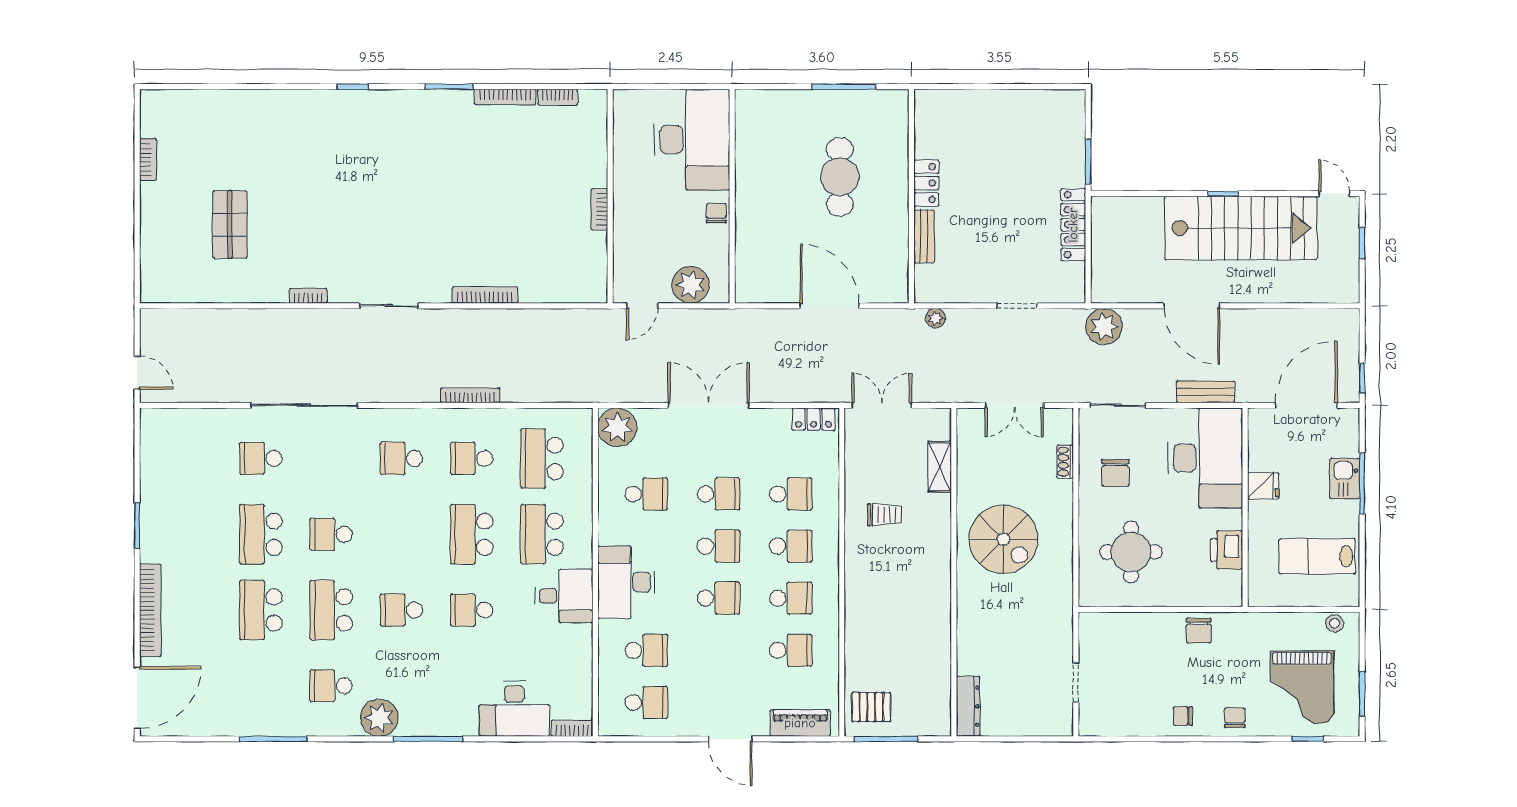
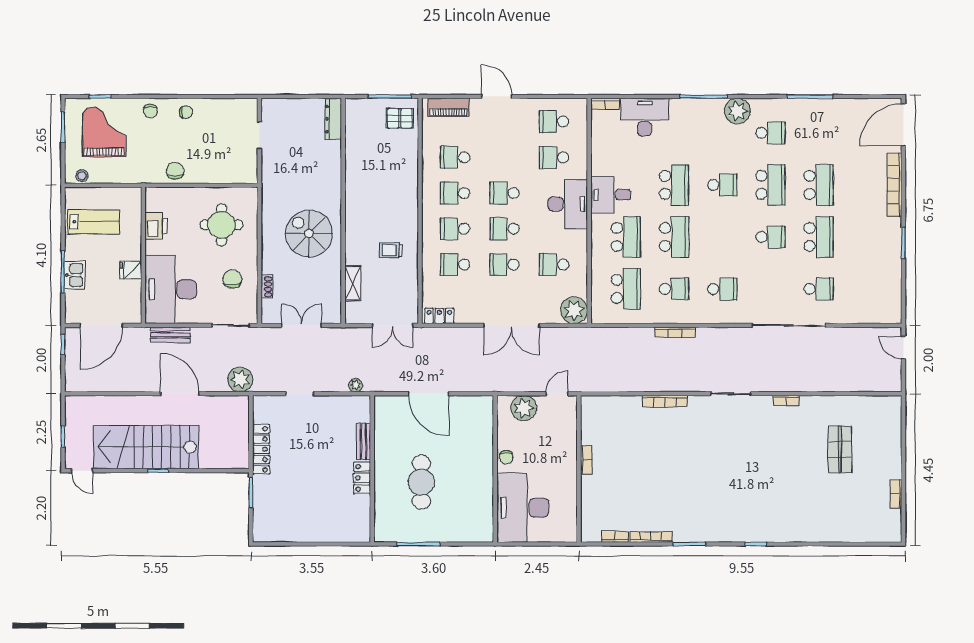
school desk: (472, 610) -> (674, 185), width x1.85

